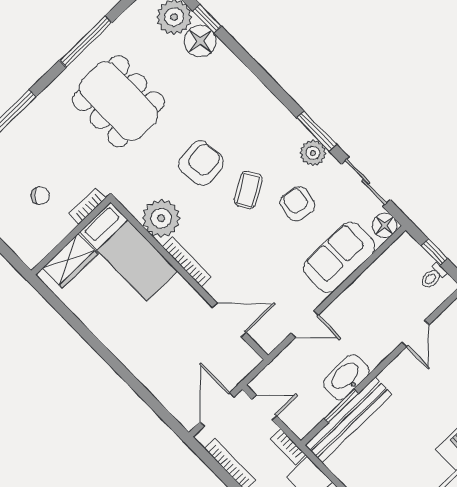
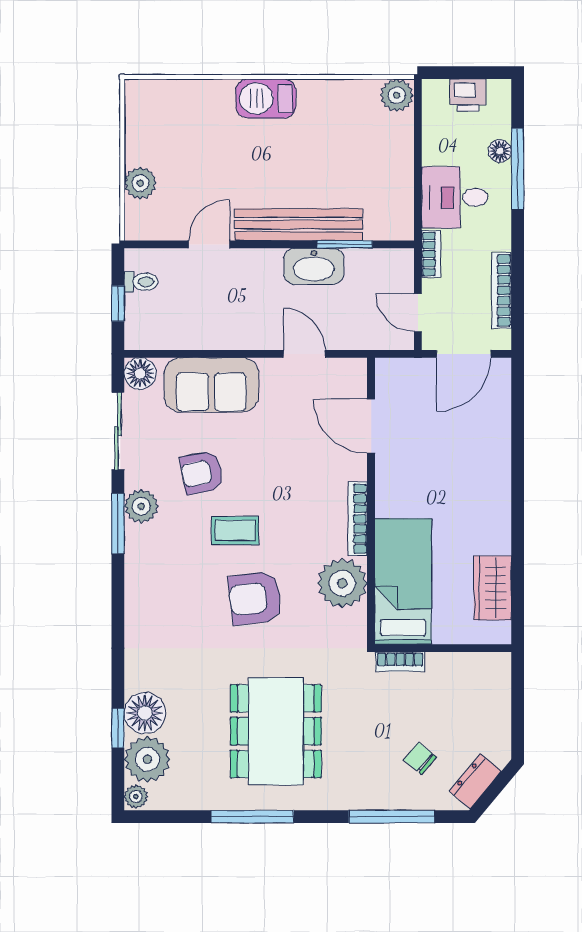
coffee table: (248, 190) -> (235, 530), turned 30
chair: (40, 196) -> (420, 758), moved
armchair: (298, 204) -> (202, 473), turned 69
wardrobe: (70, 261) -> (493, 588), moved, turned -90
bench: (349, 420) -> (299, 225), moved

